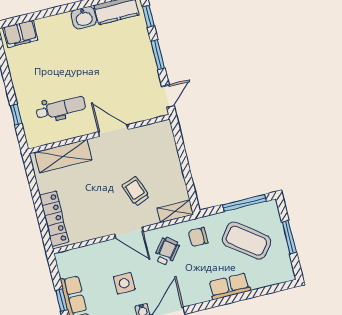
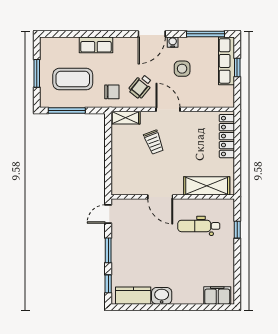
coffee table: (246, 241) -> (73, 79), turned -37

